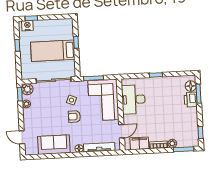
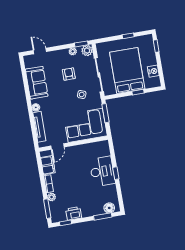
nightstand: (27, 26) -> (153, 71), moved
bed: (53, 51) -> (127, 71), width x1.50
desk: (133, 99) -> (102, 171), moved, turned 90
printer: (191, 100) -> (74, 213), moved
armchair: (74, 117) -> (69, 74), moved
door: (122, 131) -> (57, 147), hinge flipped
door: (22, 137) -> (40, 51), hinge flipped

